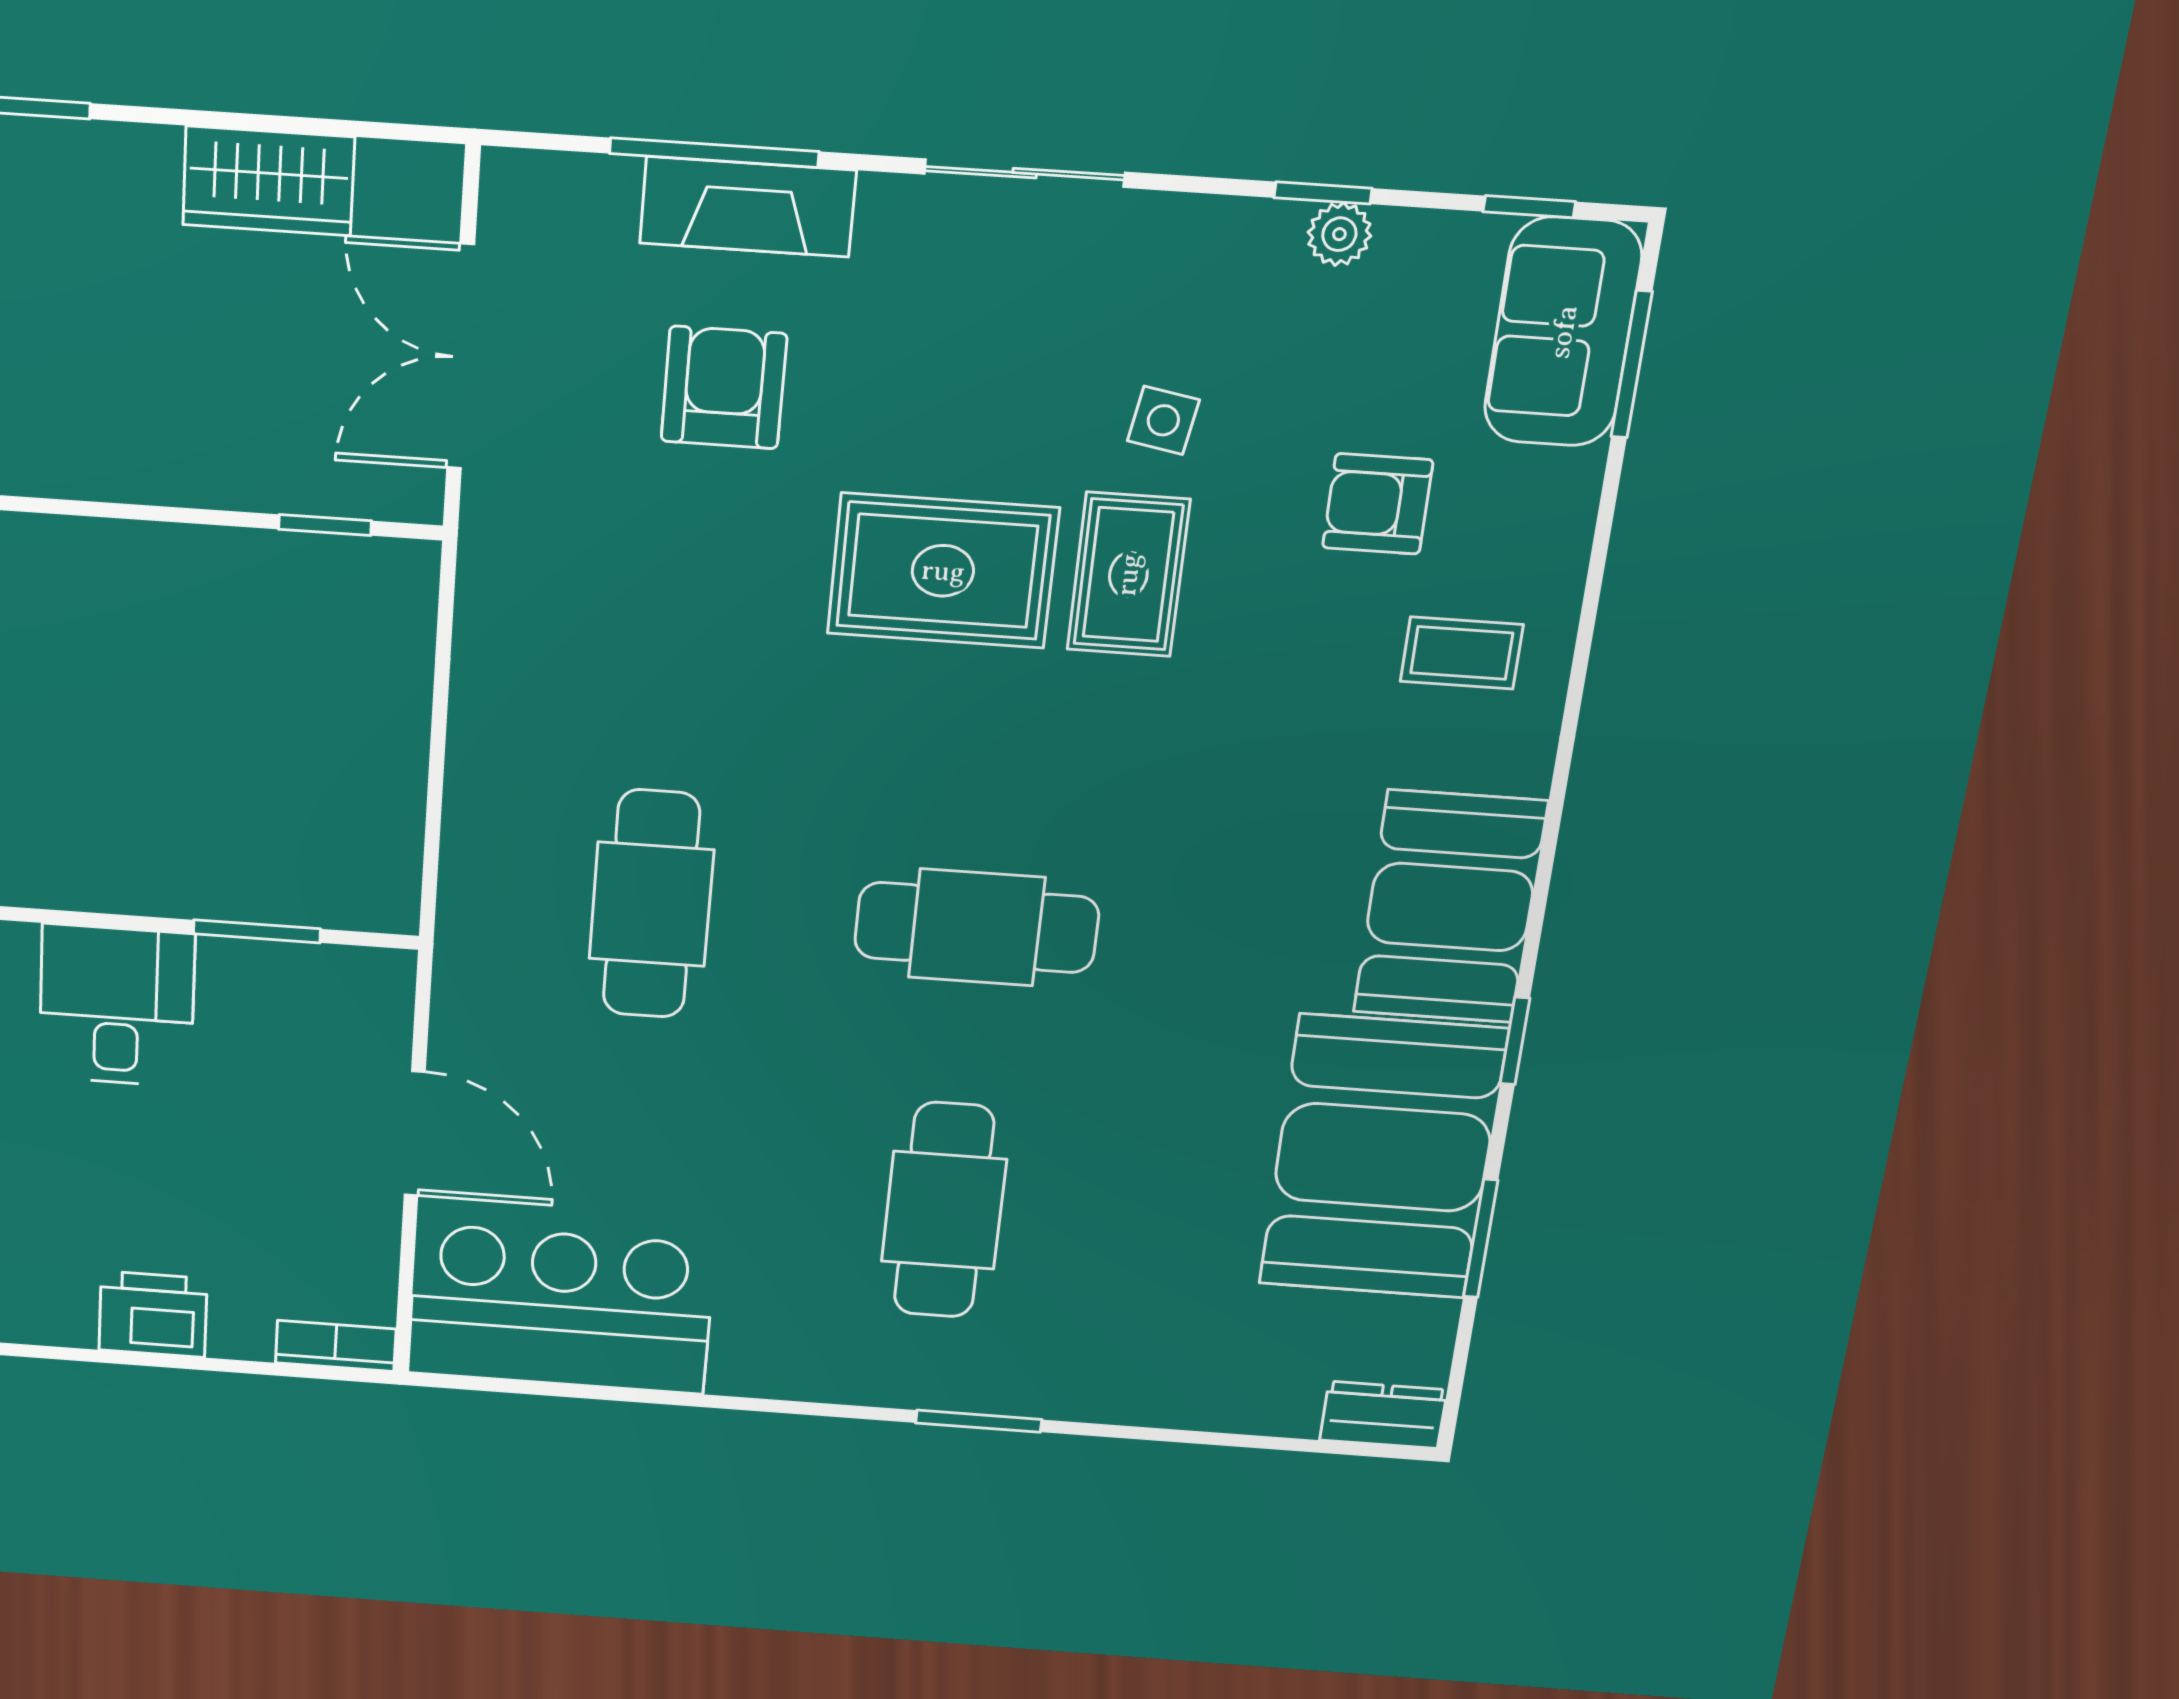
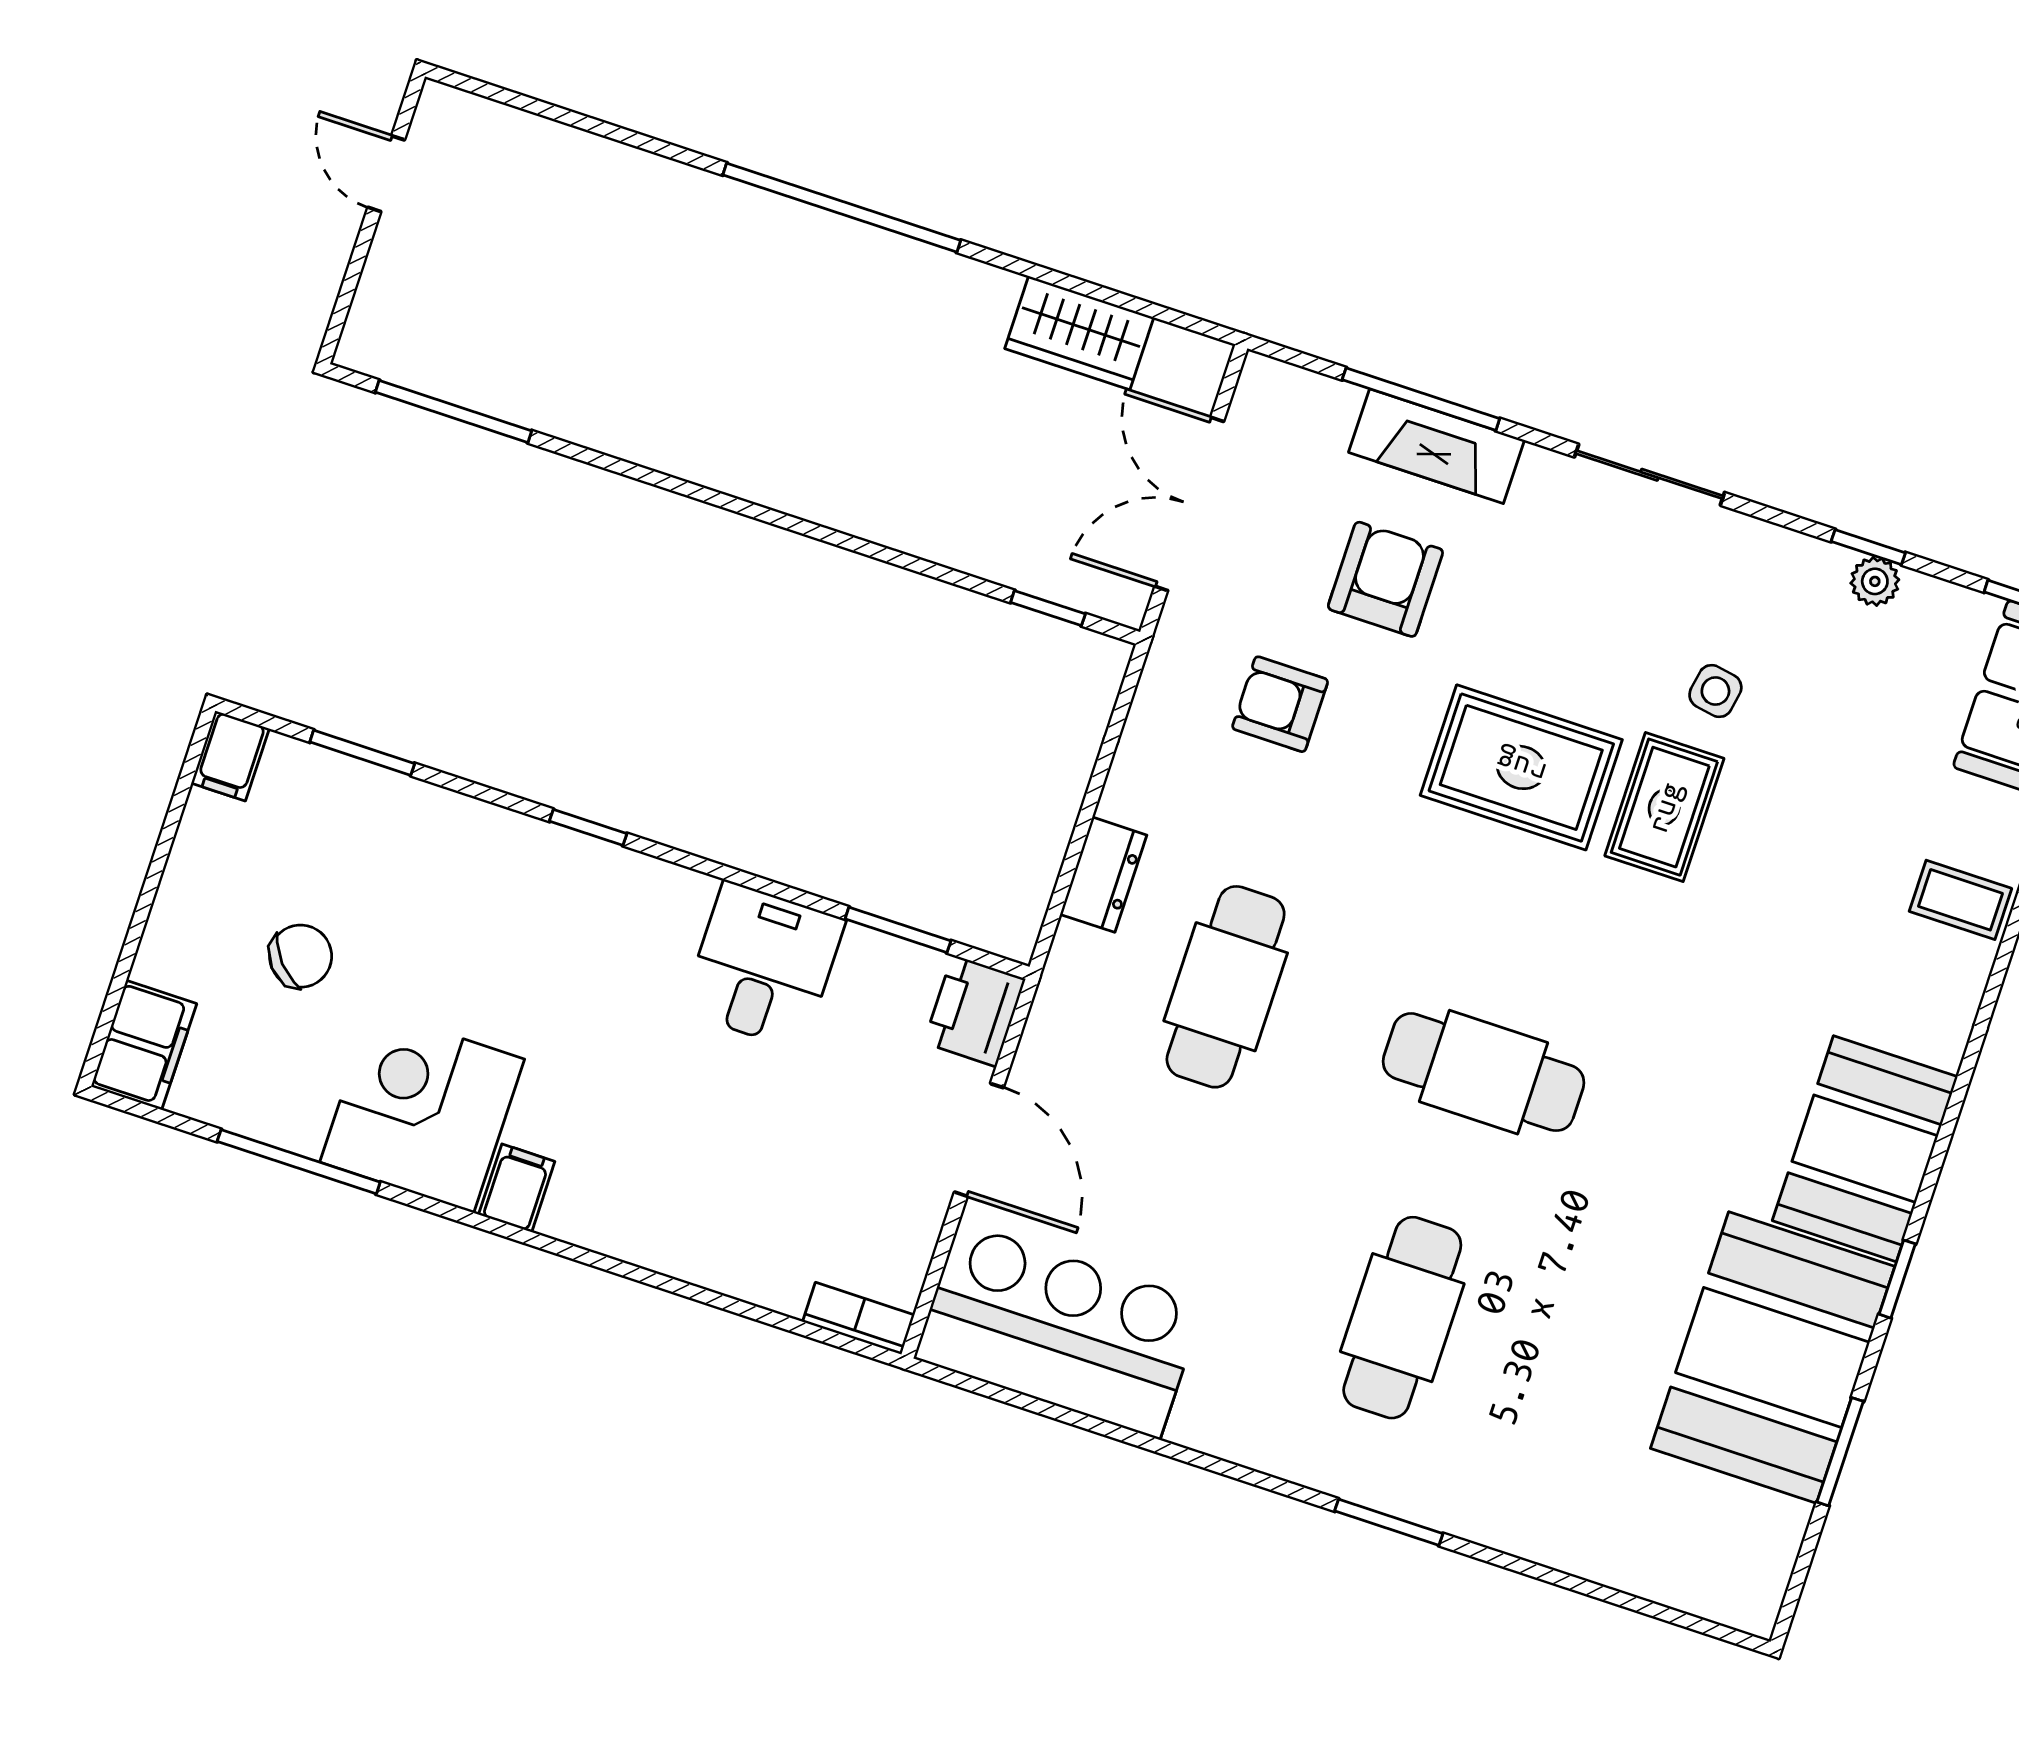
armchair: (1378, 504) -> (1280, 704), moved
coffee table: (1462, 653) -> (1960, 900), moved
printer: (153, 1314) -> (975, 1011), moved, turned -90
dresser: (1383, 1415) -> (1103, 875), moved, turned 90

